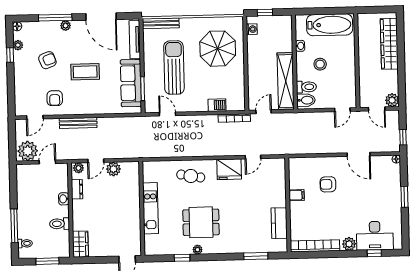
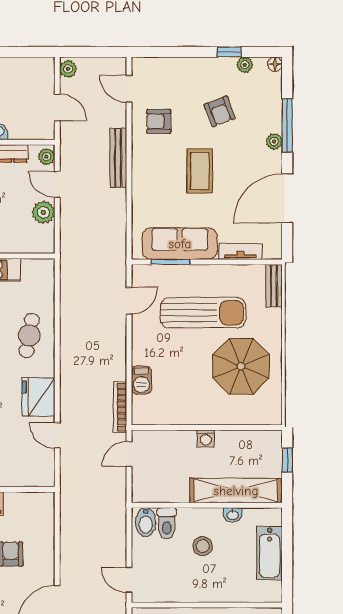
bench: (161, 23) -> (274, 286), width x0.73
bathtub: (330, 25) -> (270, 553), width x0.73, depth x0.73
washing machine: (252, 29) -> (206, 438), moved
tv unit: (135, 39) -> (241, 251), width x0.71
parasol: (218, 49) -> (241, 366), moved
shelving: (286, 81) -> (236, 491), moved
door: (264, 112) -> (129, 454), swing flipped
plant: (28, 151) -> (68, 69), width x0.53, depth x0.53

